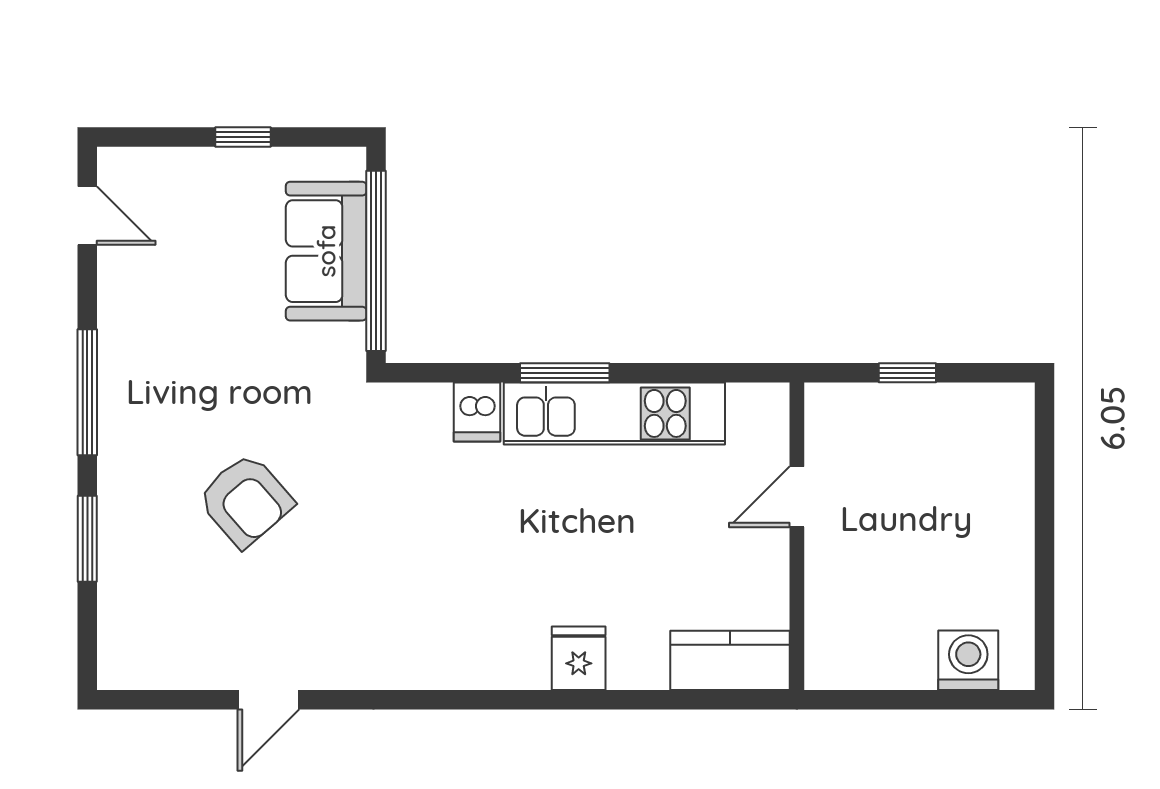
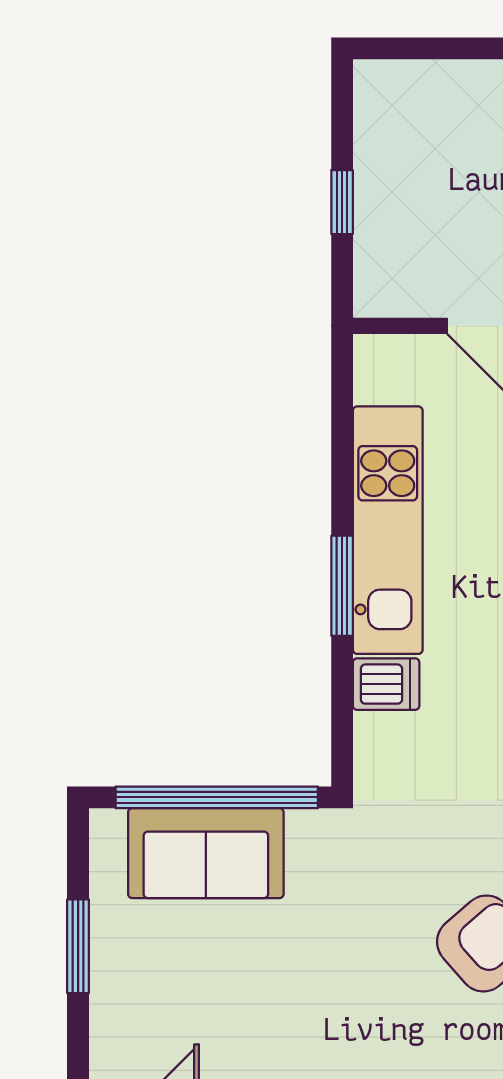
window: (243, 137) -> (78, 946), width x1.50

